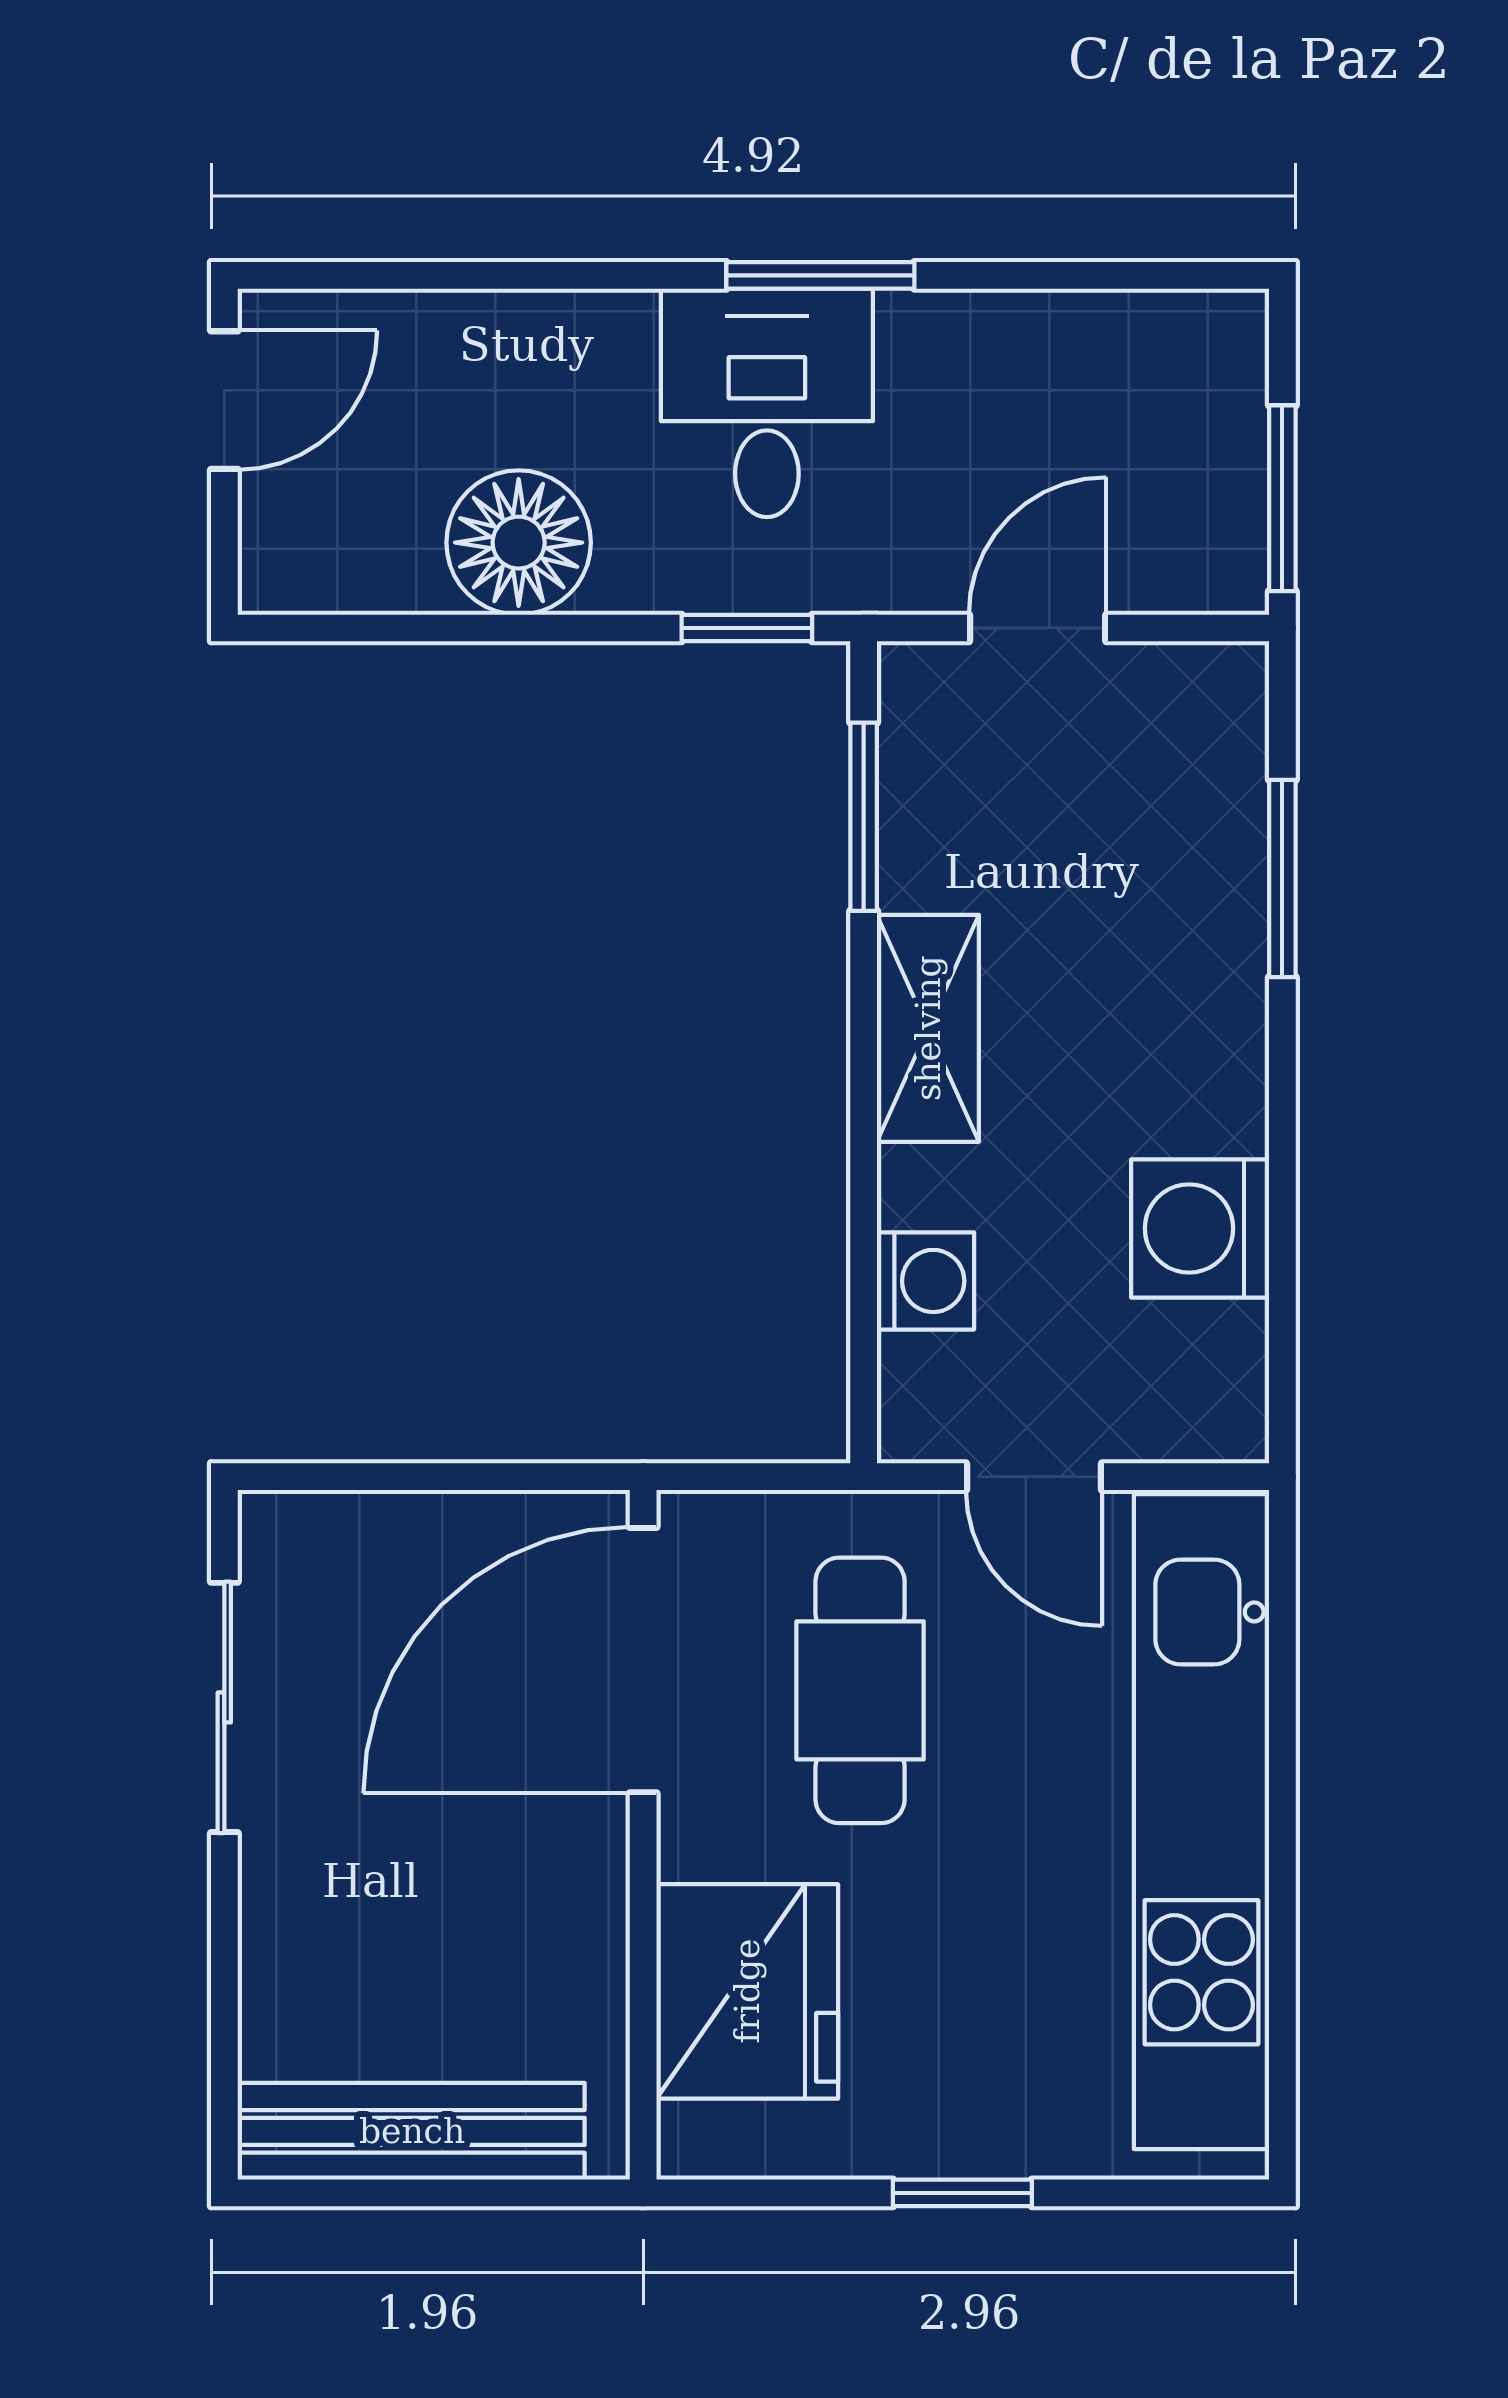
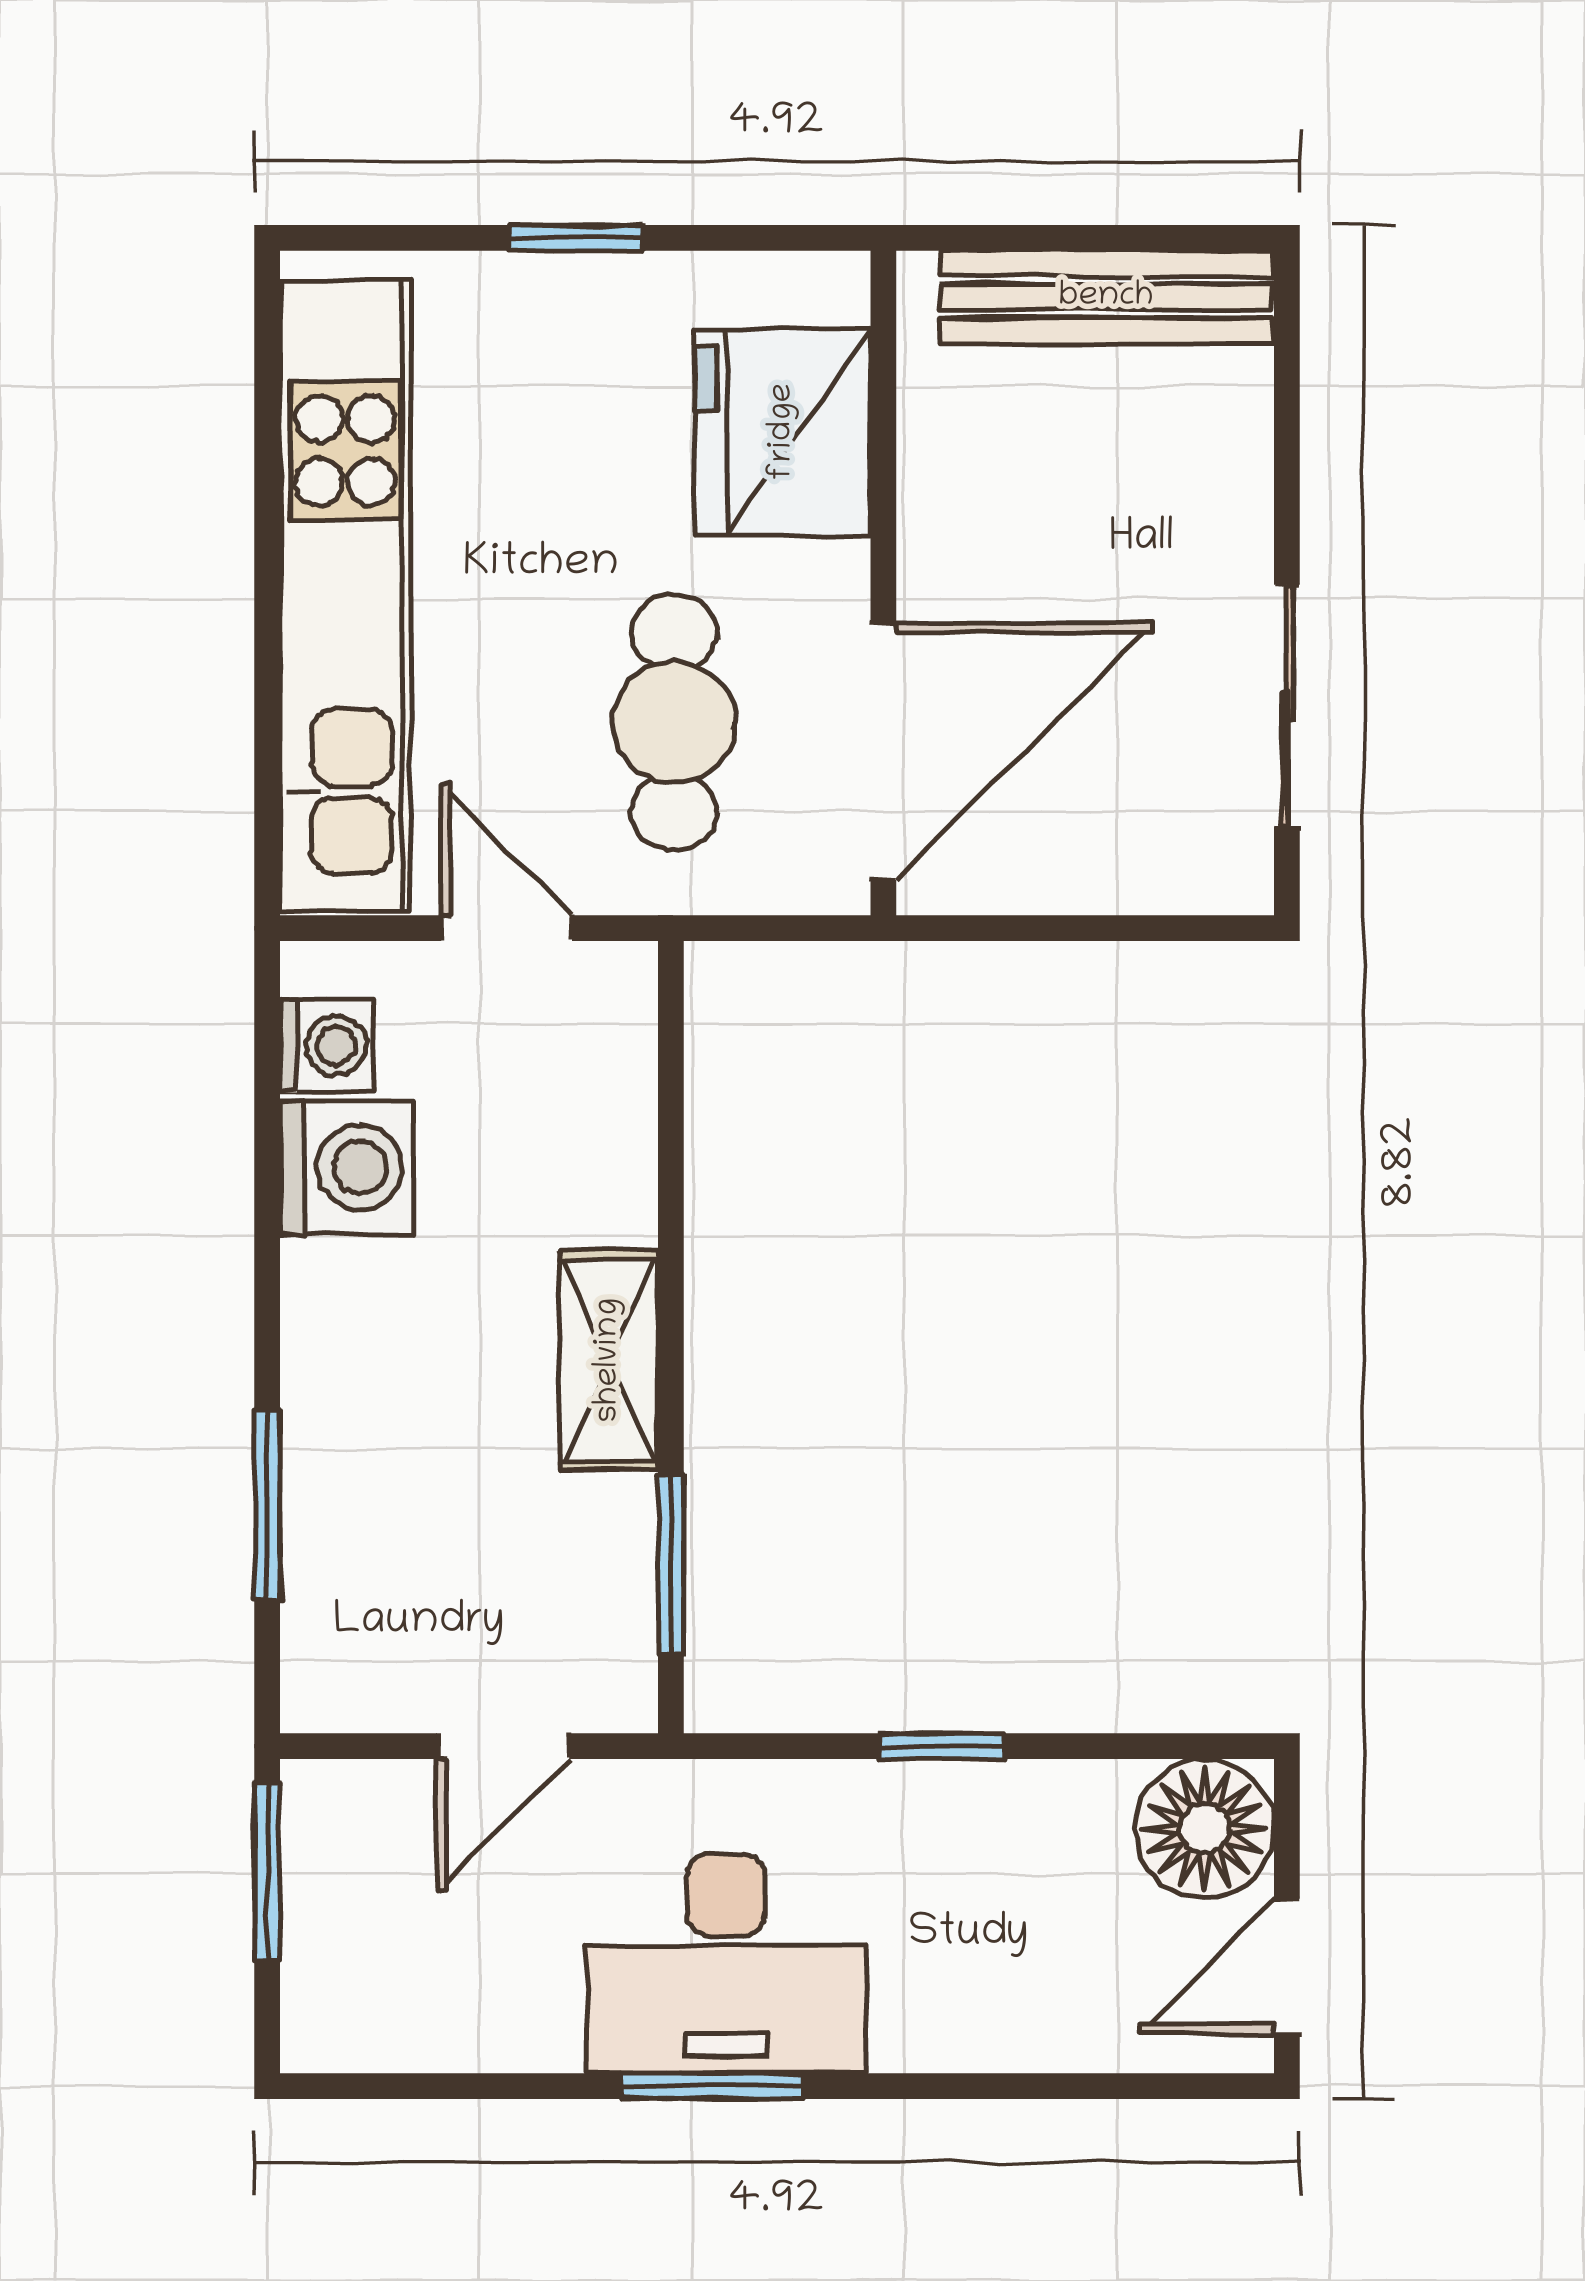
desk: (767, 403) -> (726, 1963), width x1.37
floor lamp: (519, 543) -> (1205, 1828), moved
window: (747, 628) -> (942, 1746), moved
washing machine: (925, 1281) -> (327, 1045), moved, turned 180

